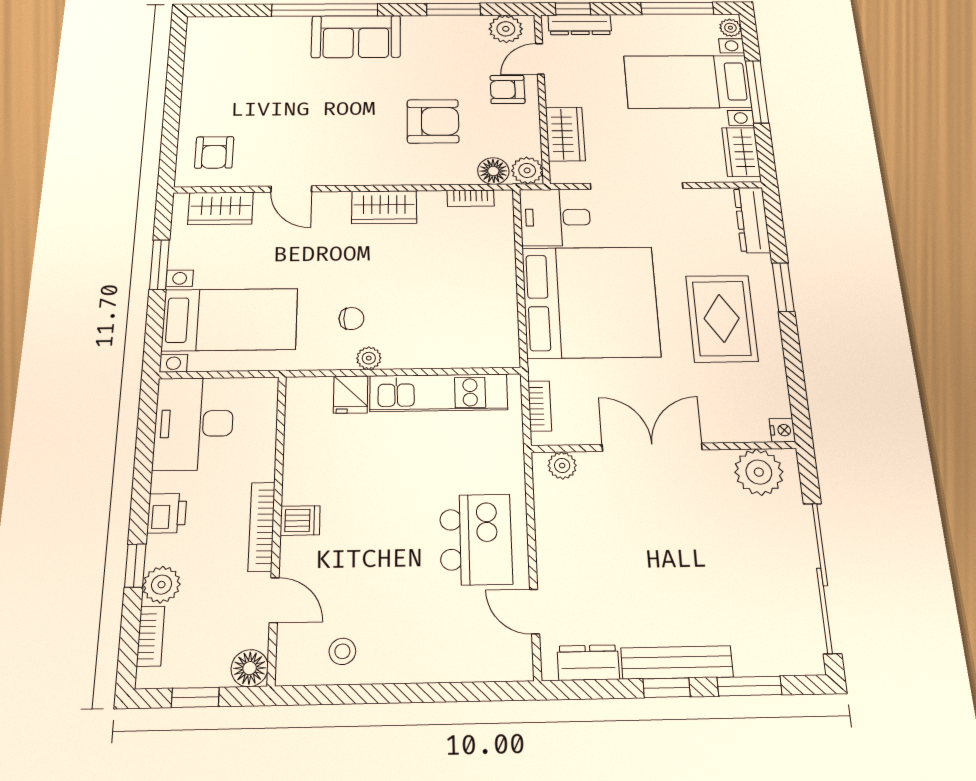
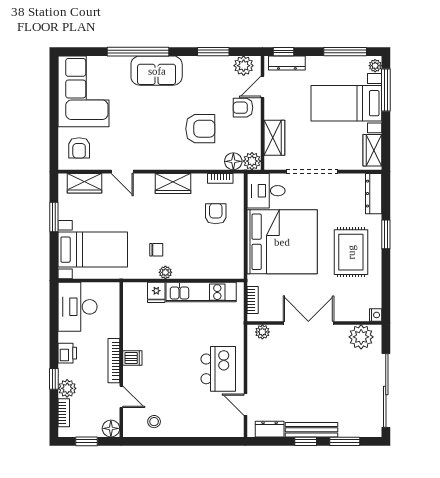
corner sofa: (228, 67) -> (84, 91), added
window: (757, 92) -> (386, 90), moved
armchair: (464, 256) -> (216, 214), added

